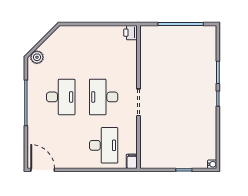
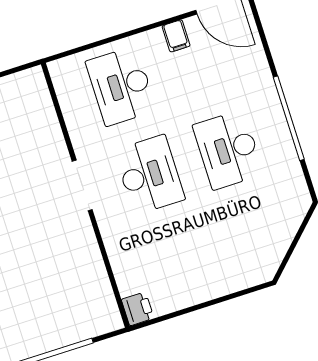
plant: (37, 57) -> (295, 209), removed
filing cabinet: (132, 161) -> (176, 36), moved

